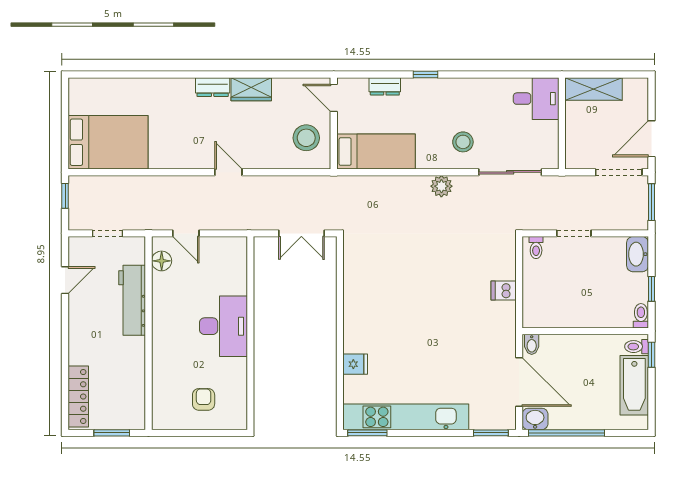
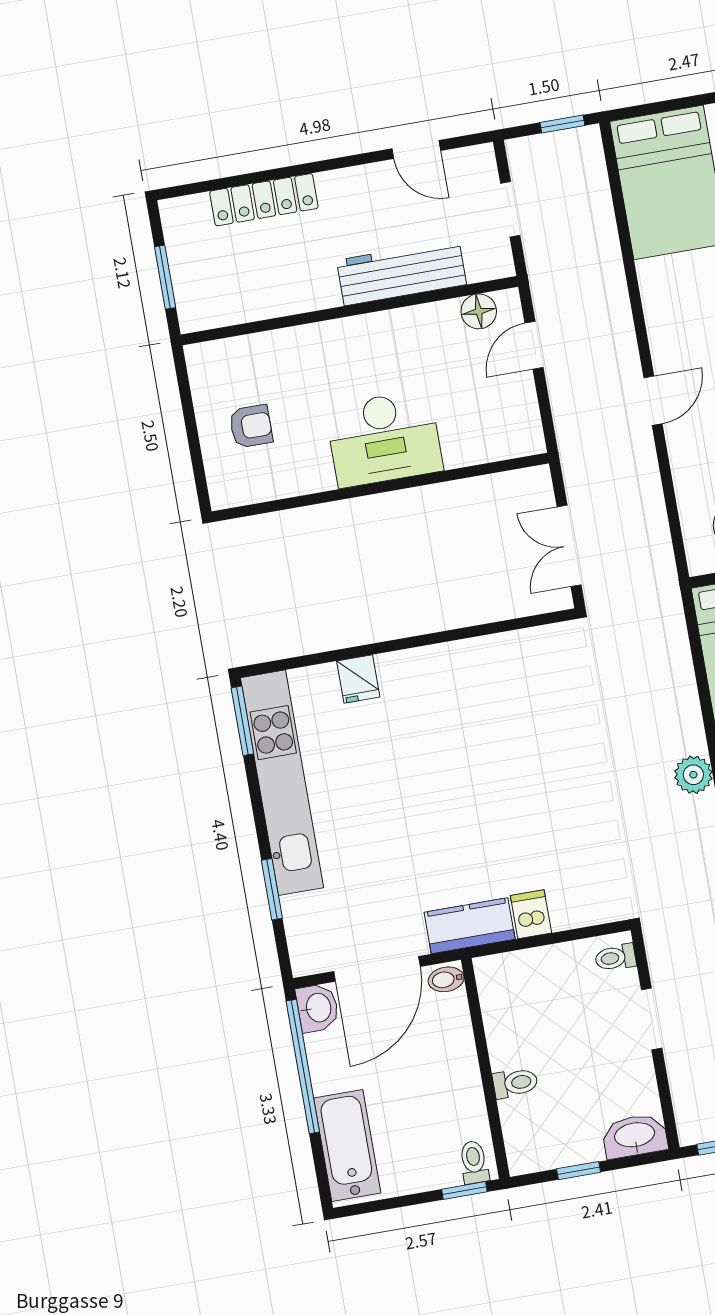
toilet: (641, 316) -> (515, 1083), moved
kitchen counter: (504, 326) -> (470, 926), added
bathtub: (634, 385) -> (347, 1145), moved, turned 90
locker: (78, 397) -> (264, 200), moved
window: (491, 433) -> (272, 889), moved

